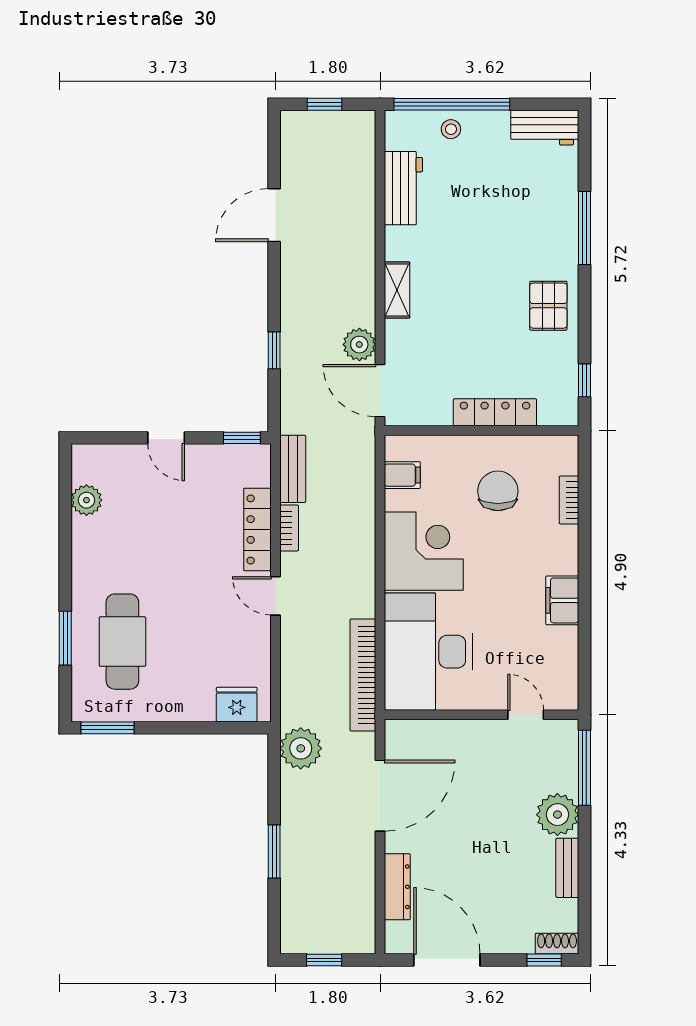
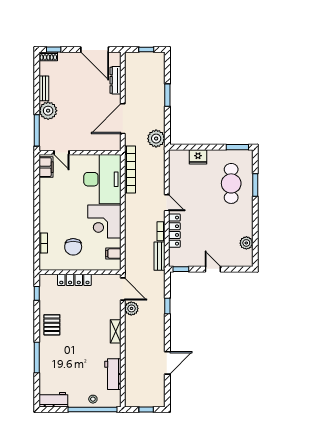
filing cabinet: (562, 600) -> (46, 167), moved
fridge: (237, 705) -> (198, 157), moved

